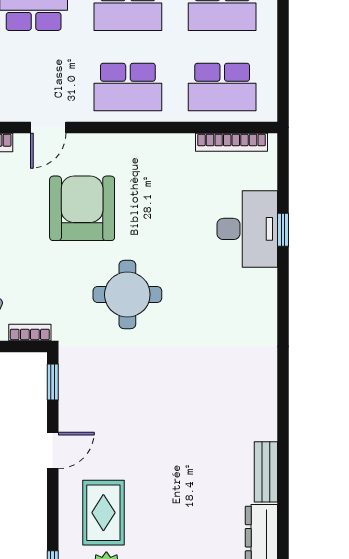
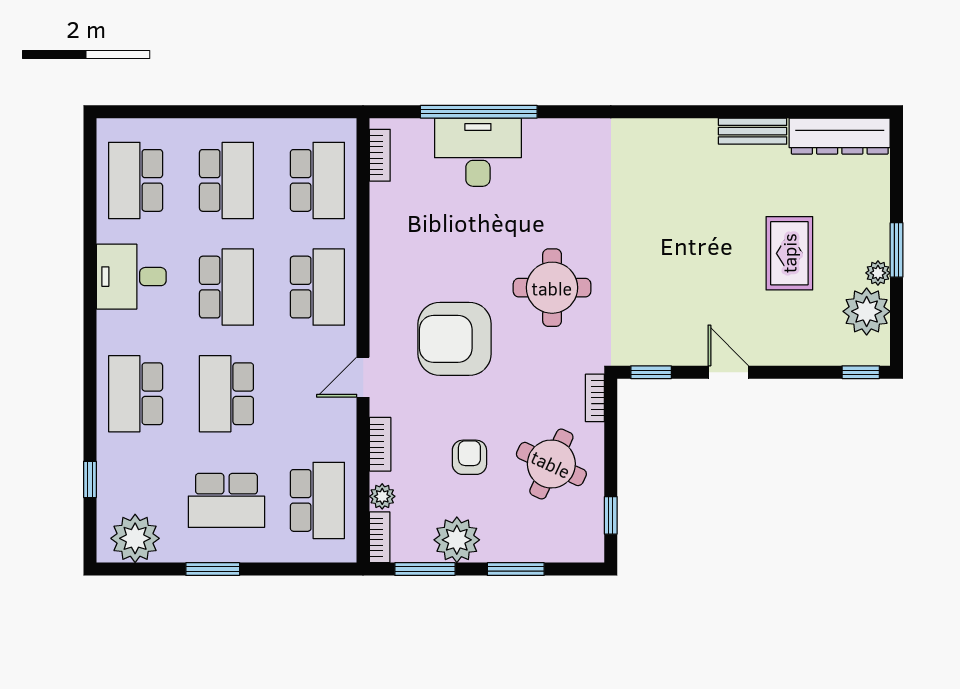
door: (48, 127) -> (363, 377), swing flipped
bookcase: (232, 142) -> (380, 155), width x0.64
window: (283, 230) -> (479, 112), width x3.17
rug: (103, 513) -> (789, 253), moved, turned 90

